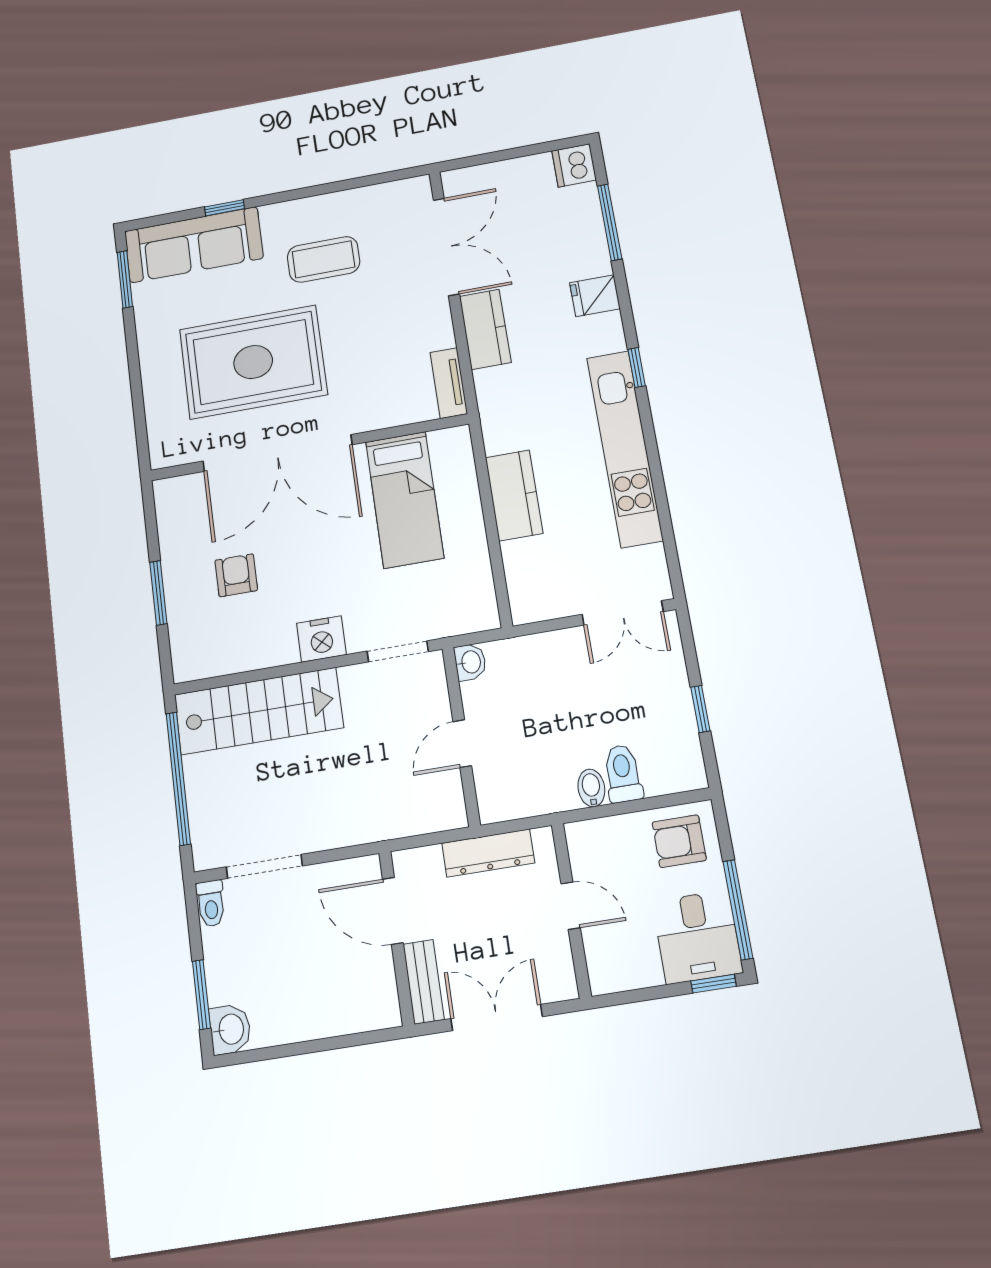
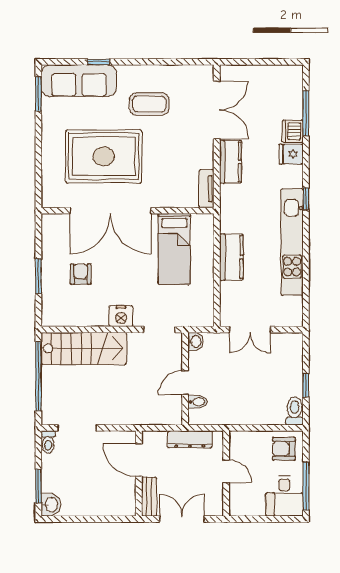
dishwasher: (574, 165) -> (293, 131), moved
double door: (623, 613) -> (250, 329), moved
toilet: (623, 774) -> (295, 411), moved
bidet: (591, 788) -> (198, 402), moved, turned 90
window: (714, 984) -> (288, 519), removed

